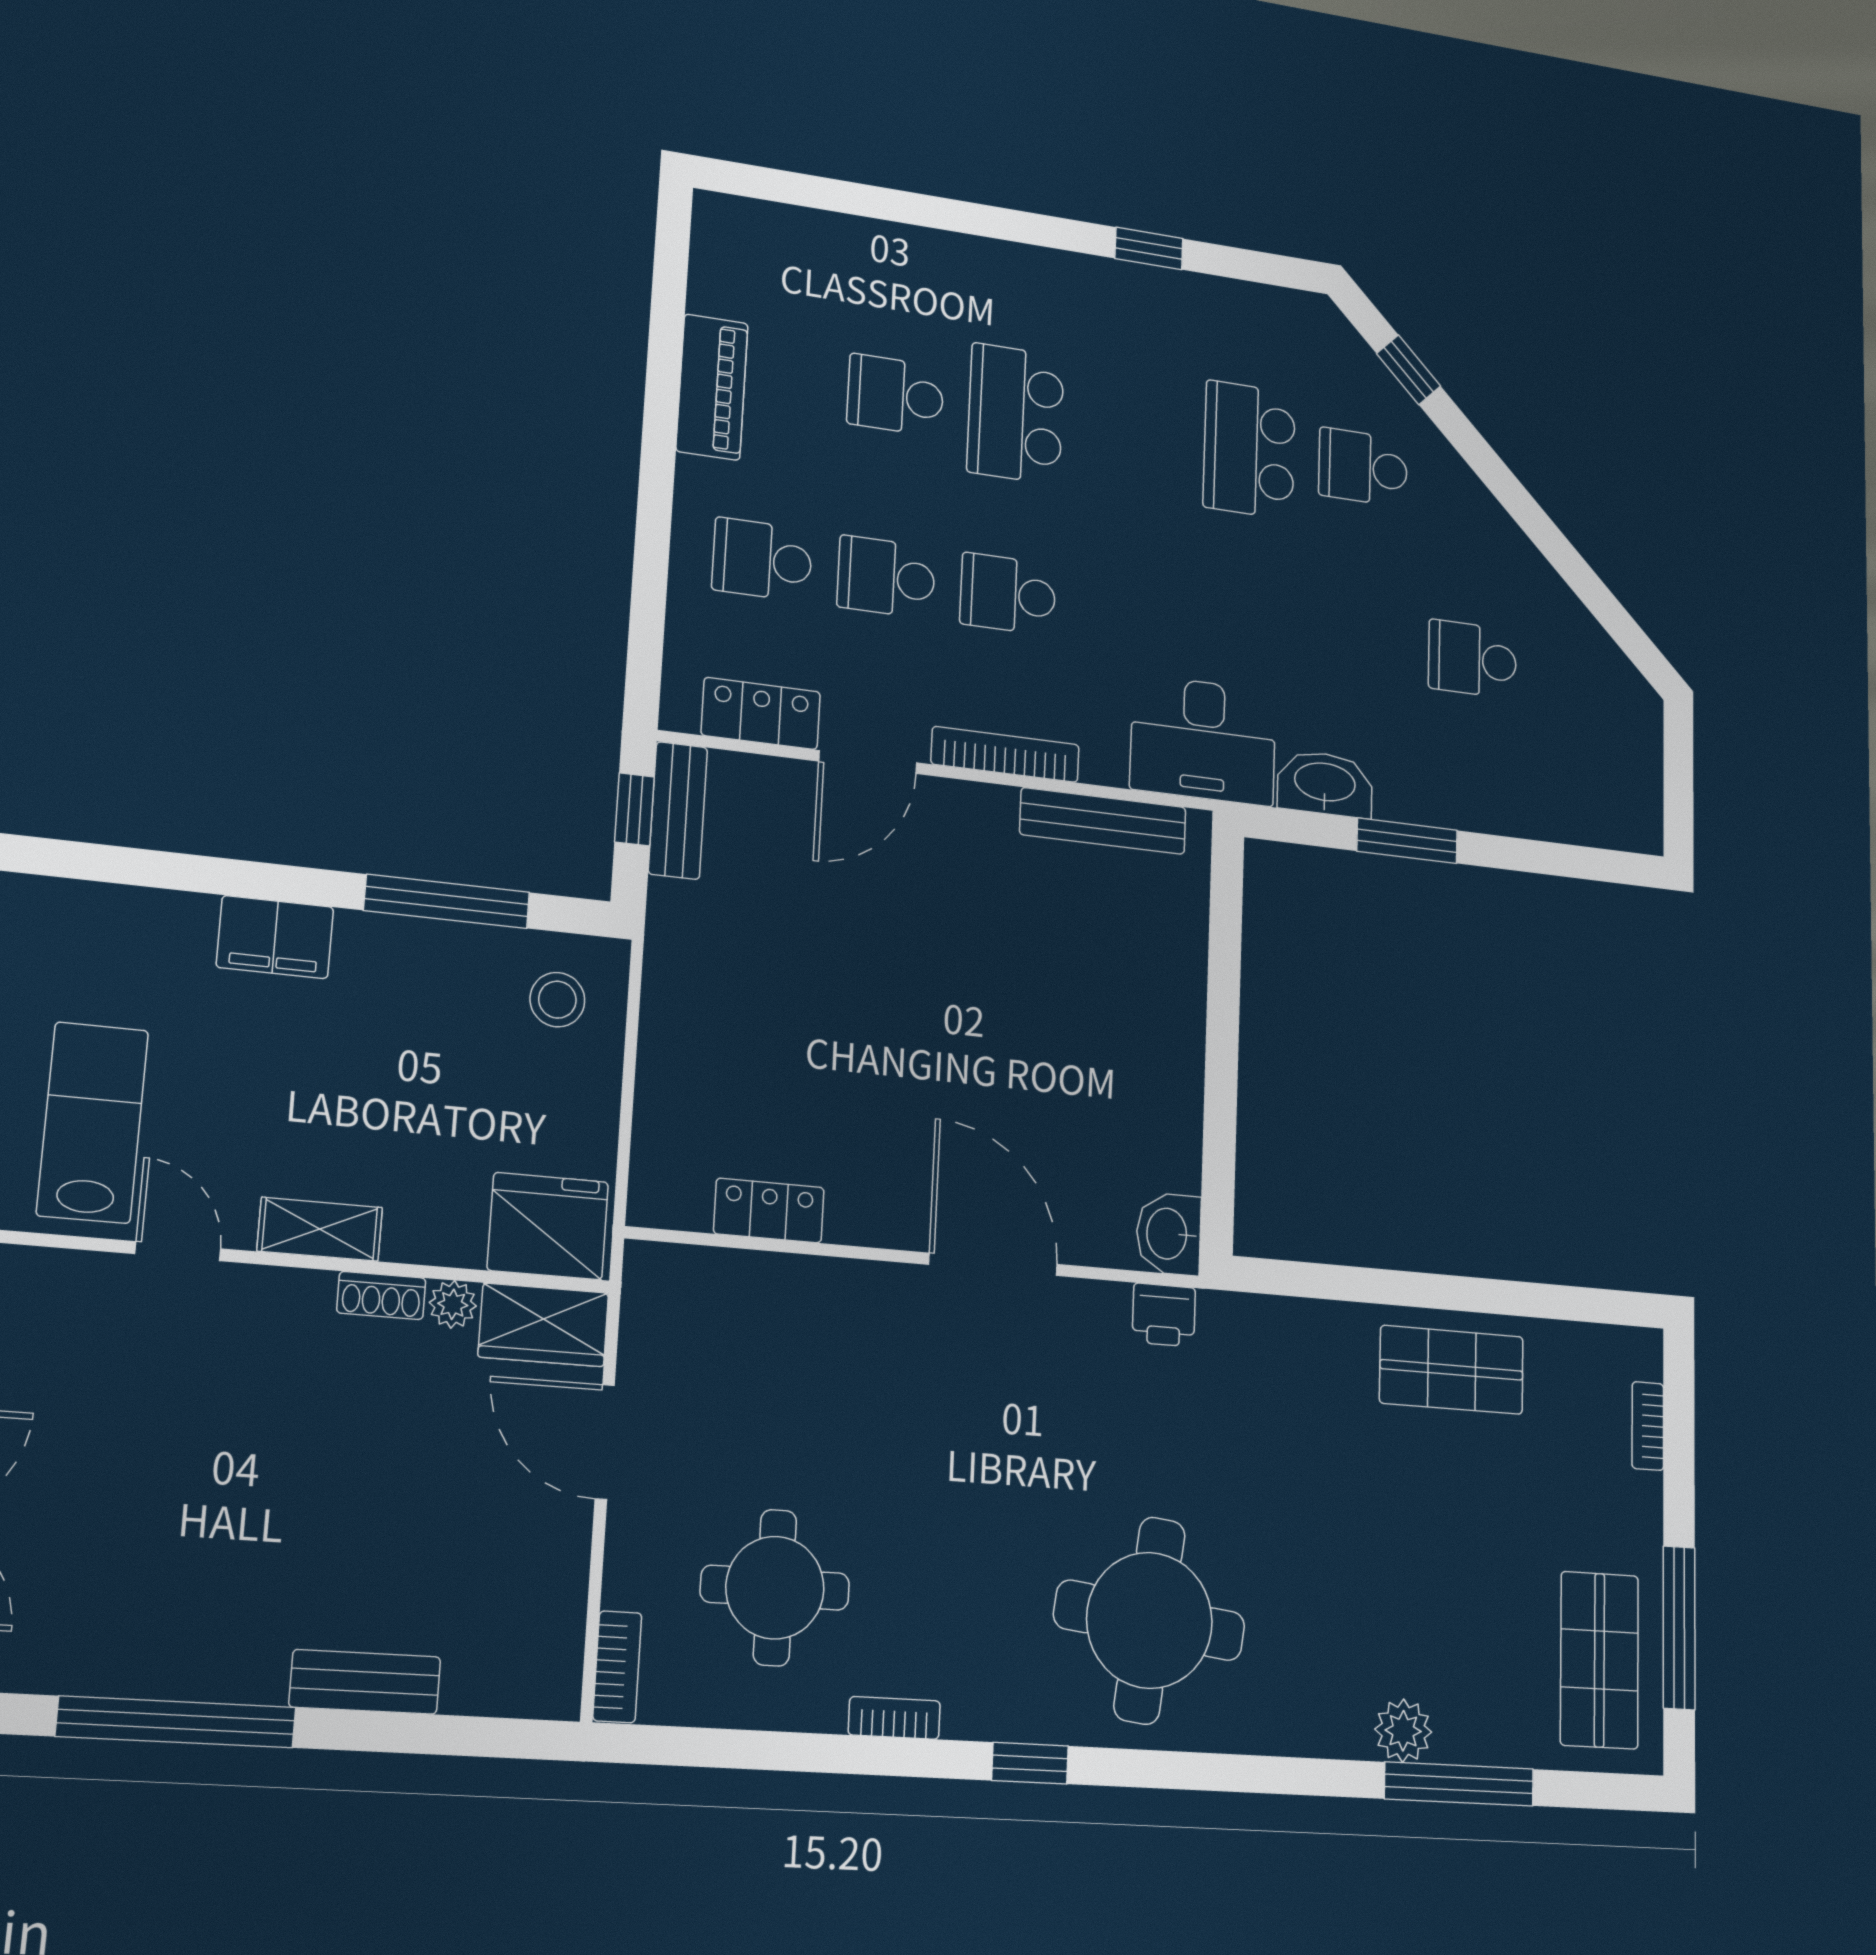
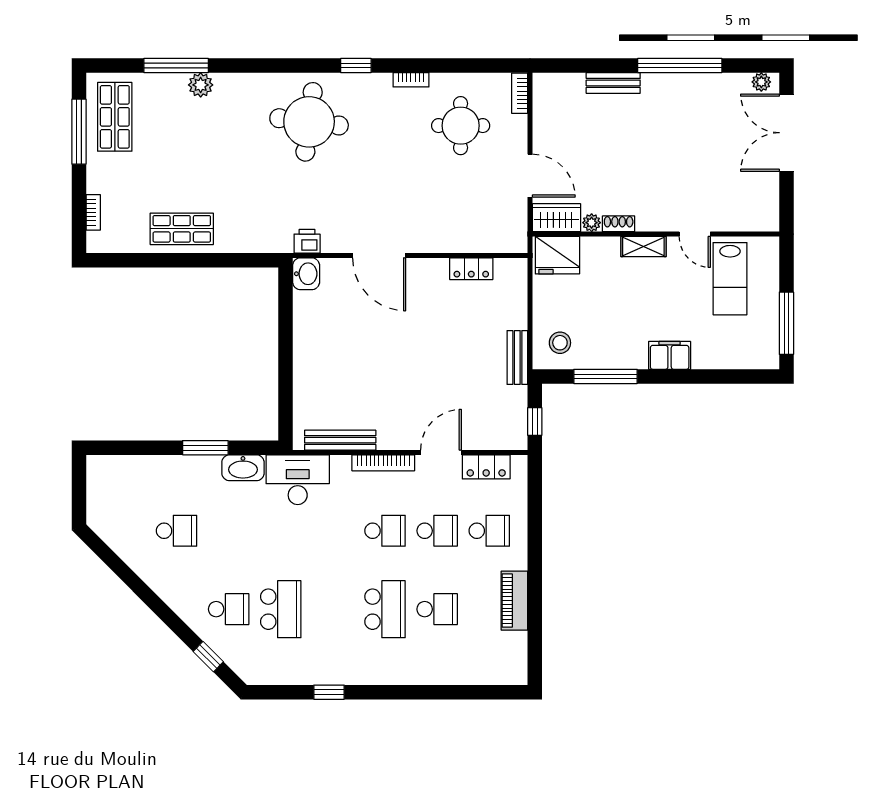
bench: (678, 811) -> (517, 358), moved

